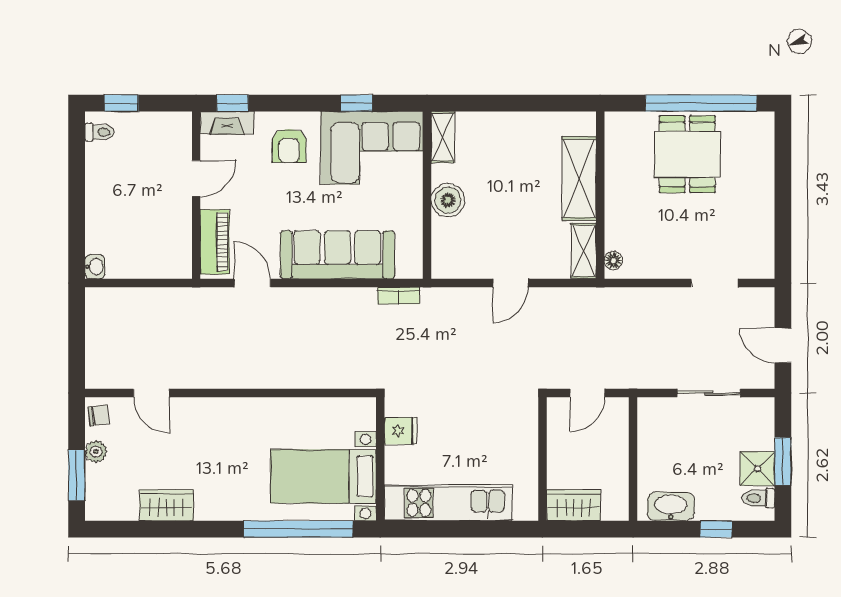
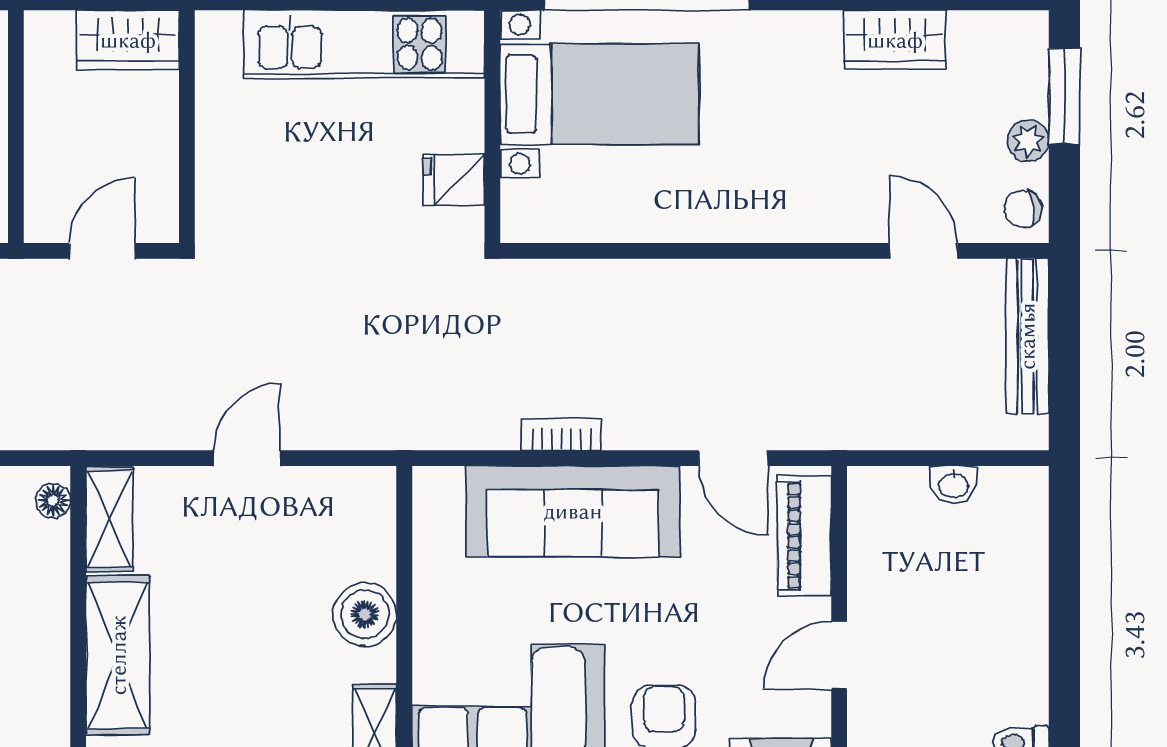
washbasin: (95, 267) -> (953, 485), moved, turned -90
bookcase: (399, 296) -> (561, 434), moved
bench: (96, 348) -> (1027, 336), added

